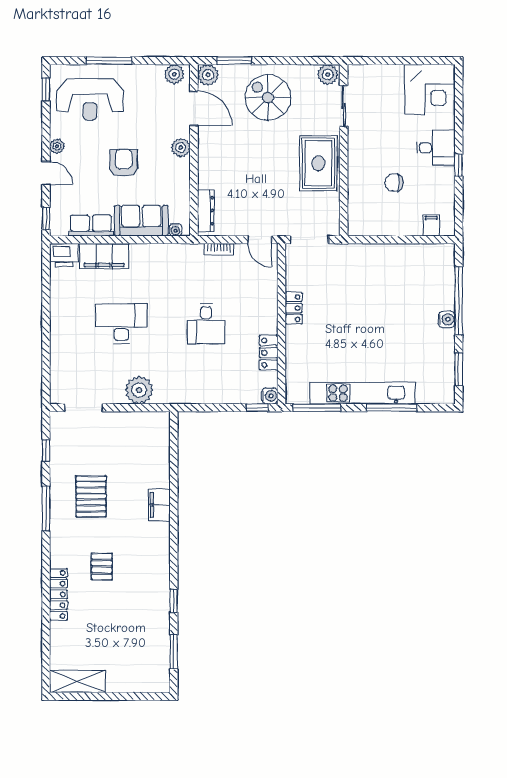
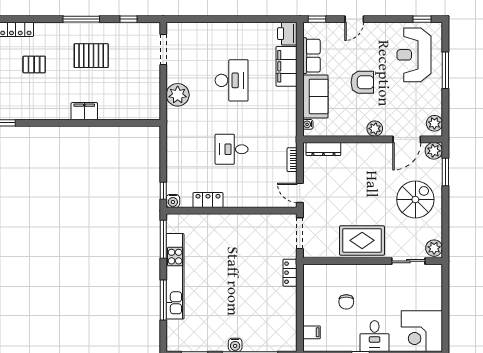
plant: (57, 146) -> (376, 28), removed
chair: (394, 183) -> (346, 302), turned 180
door: (260, 240) -> (300, 193), hinge flipped
locker: (294, 308) -> (290, 273), moved, turned 90

